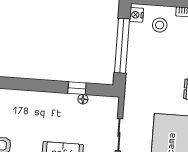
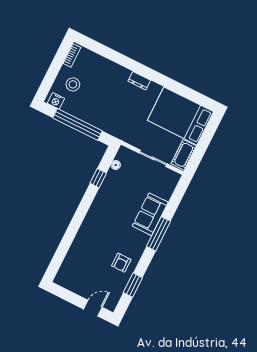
floor lamp: (83, 99) -> (116, 165), moved

